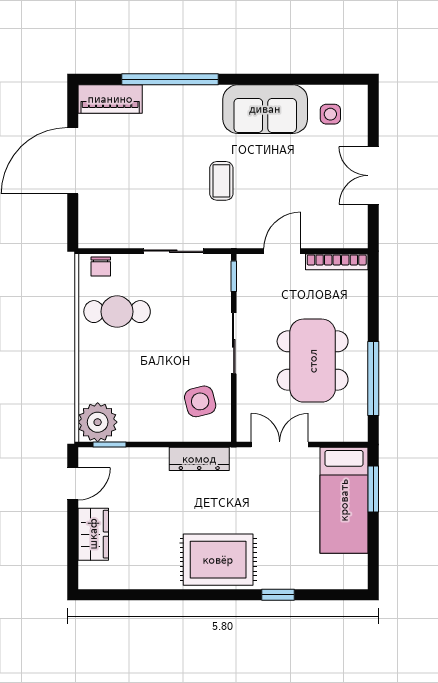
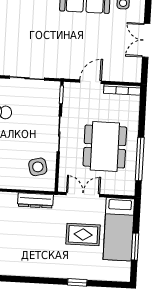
coffee table: (221, 181) -> (57, 39), removed
window: (373, 489) -> (135, 247), moved
rug: (218, 560) -> (83, 235), moved, width x0.73, depth x0.70

